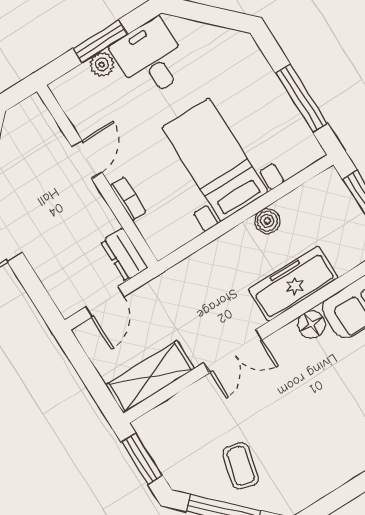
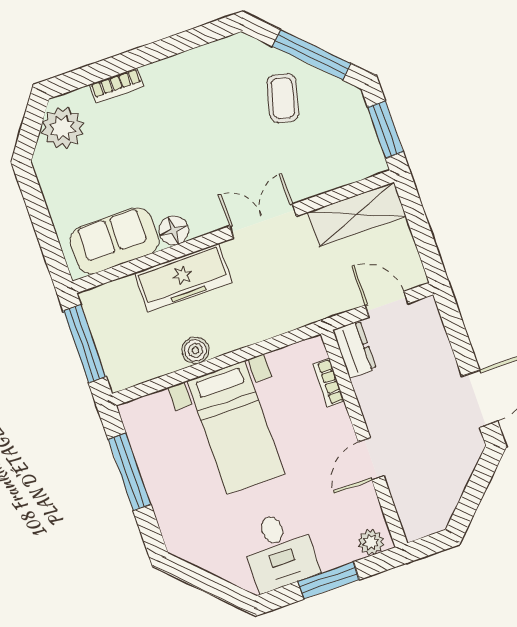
plant: (102, 64) -> (371, 542), moved
bookcase: (128, 199) -> (328, 383), moved
door: (105, 302) -> (387, 304), hinge flipped

